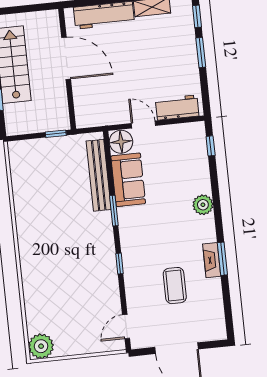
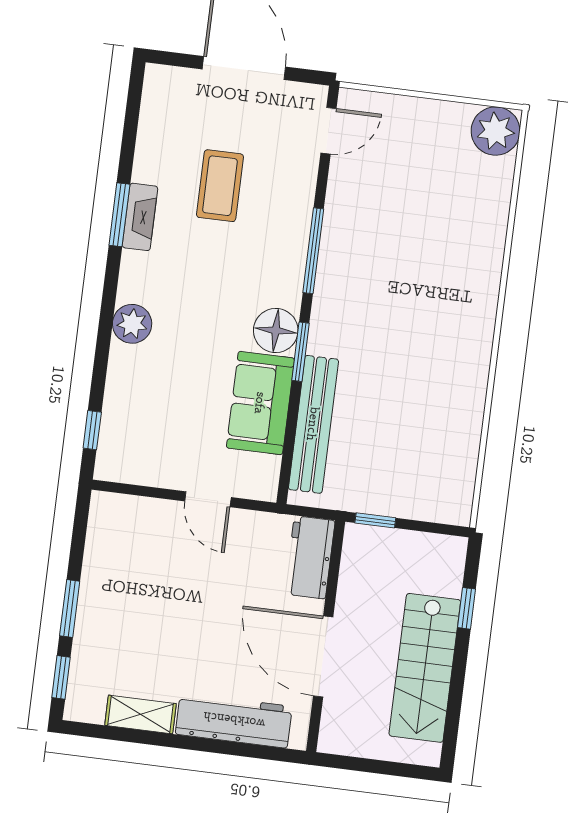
workbench: (177, 108) -> (310, 557), moved, turned 90
floor lamp: (121, 142) -> (276, 330), moved
window: (119, 264) -> (313, 251), width x2.17

